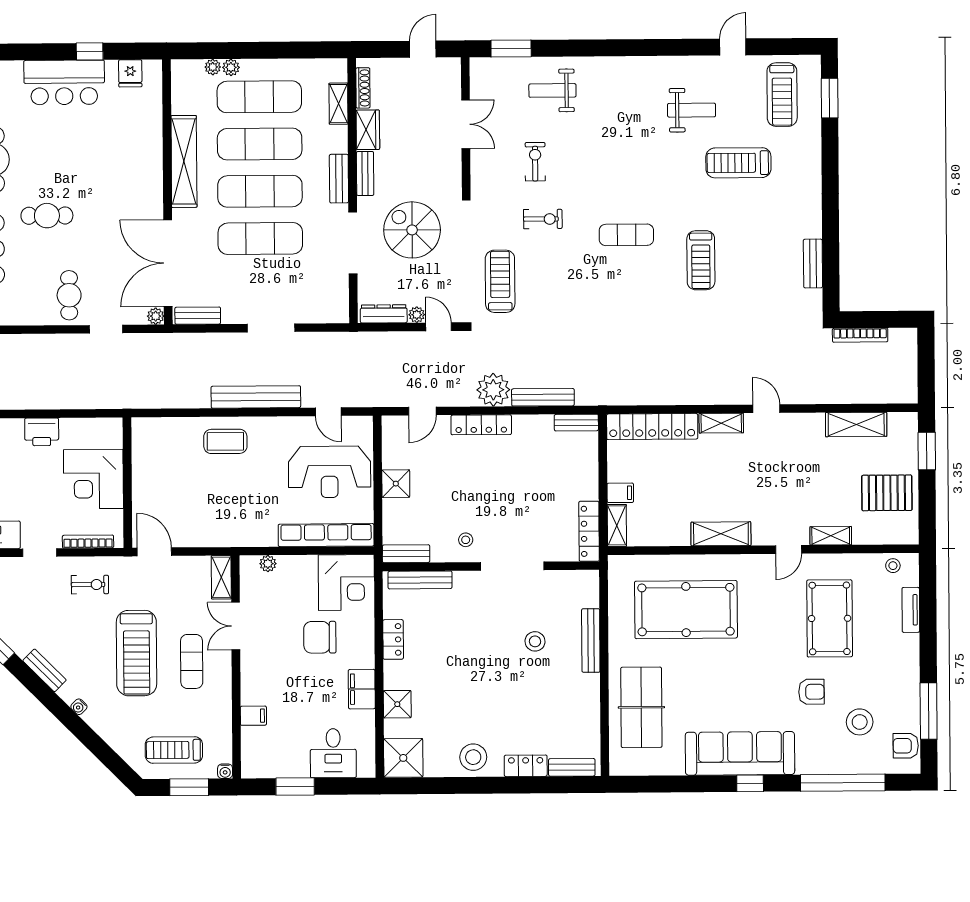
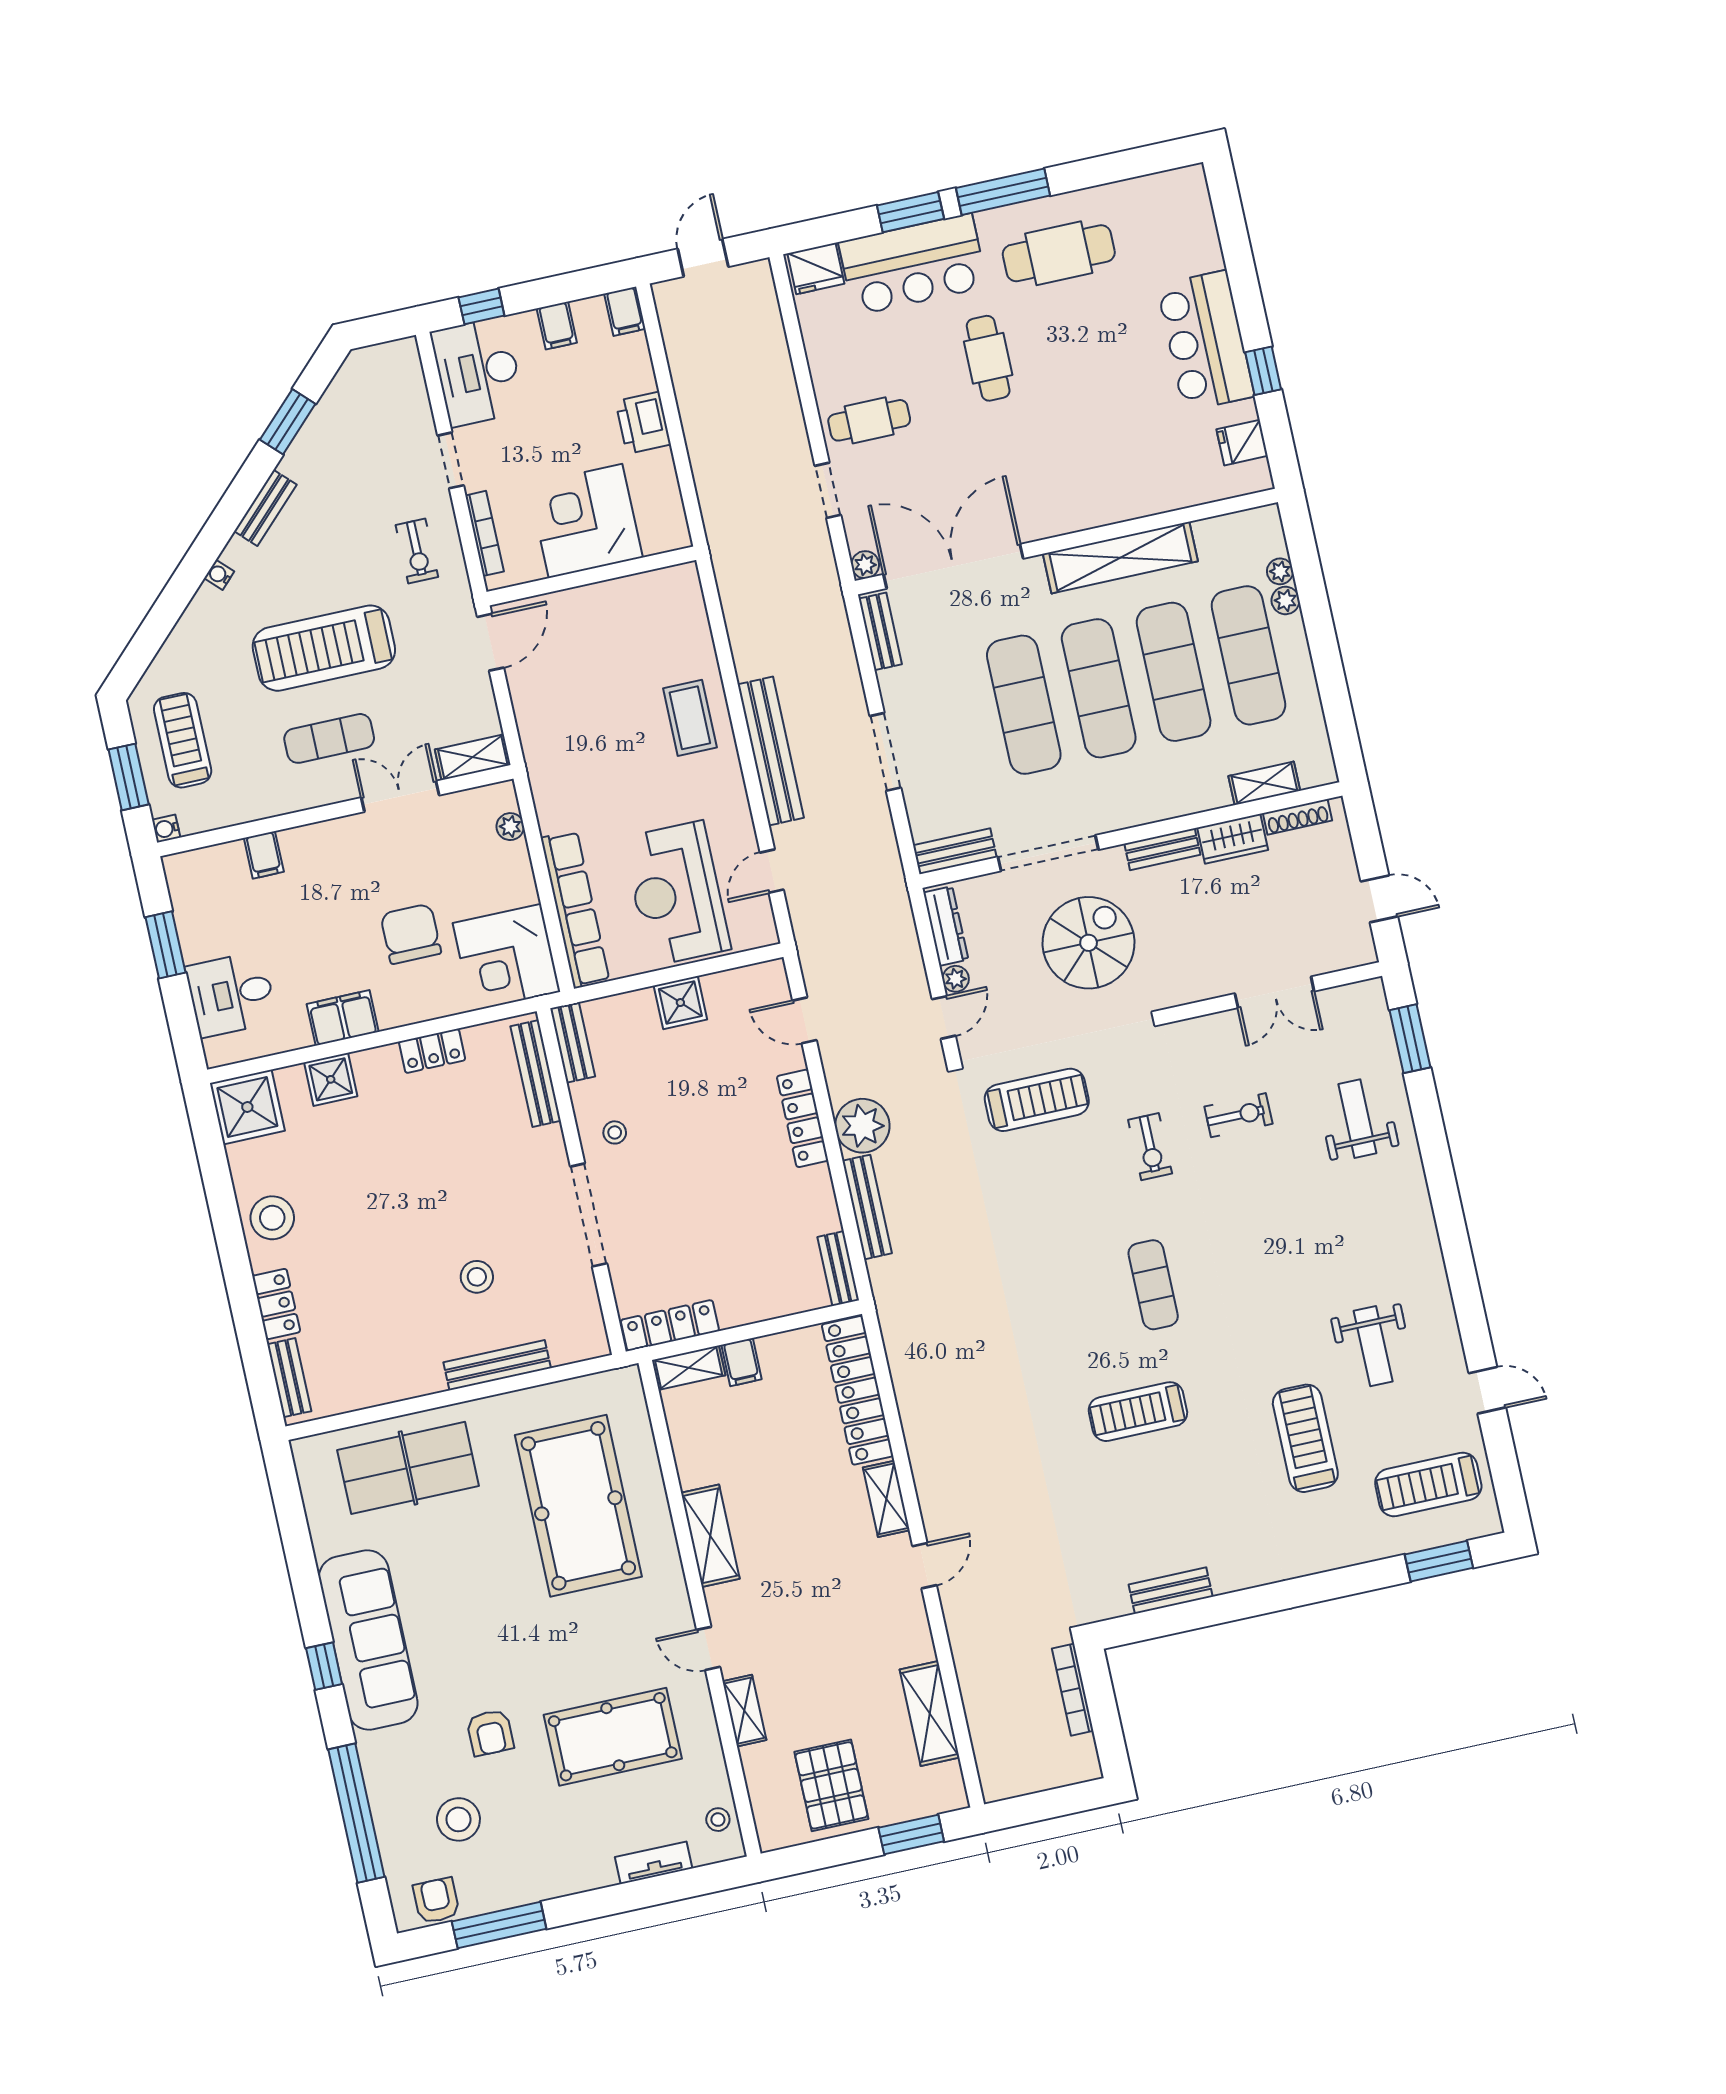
bench: (339, 179) -> (955, 851), moved

